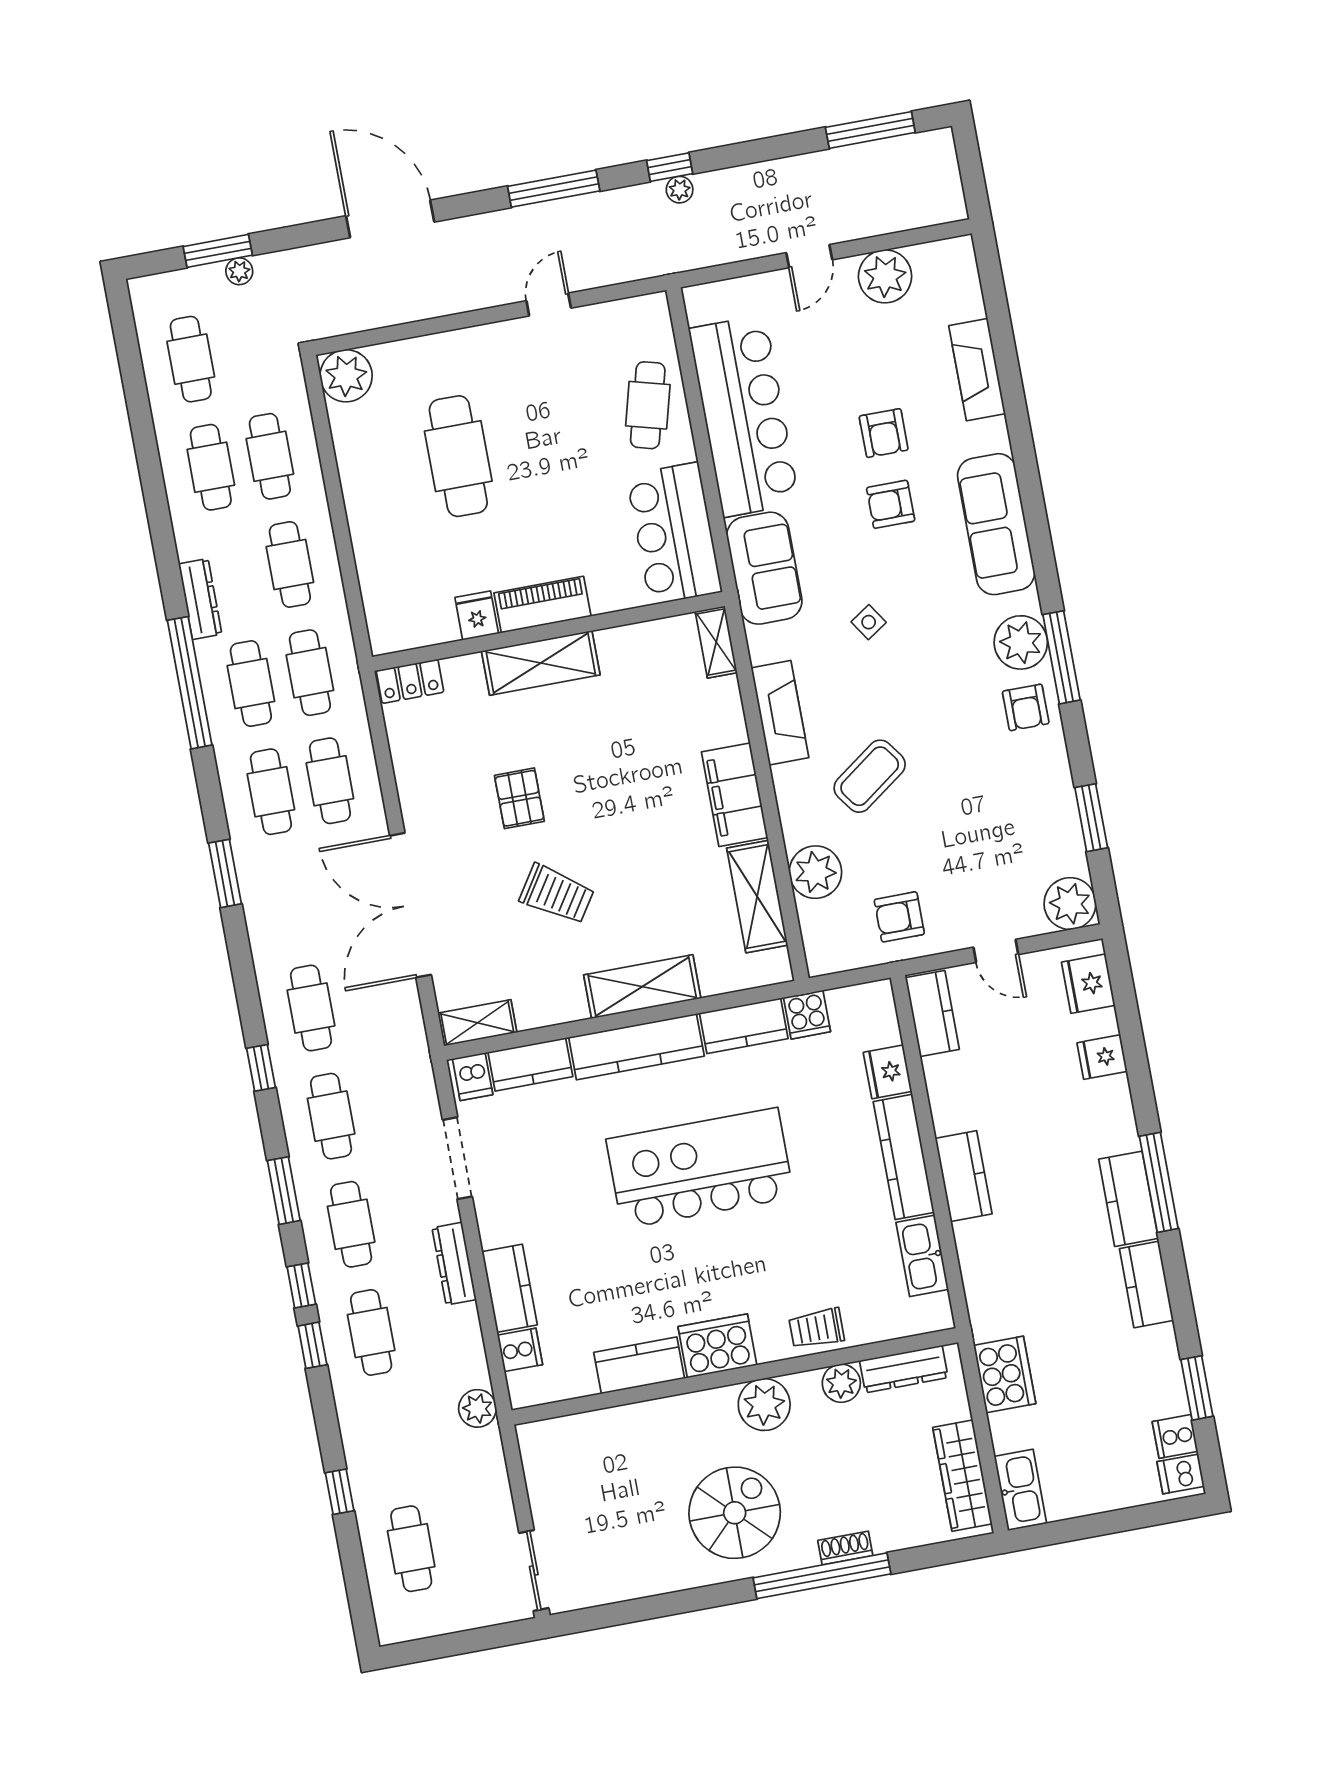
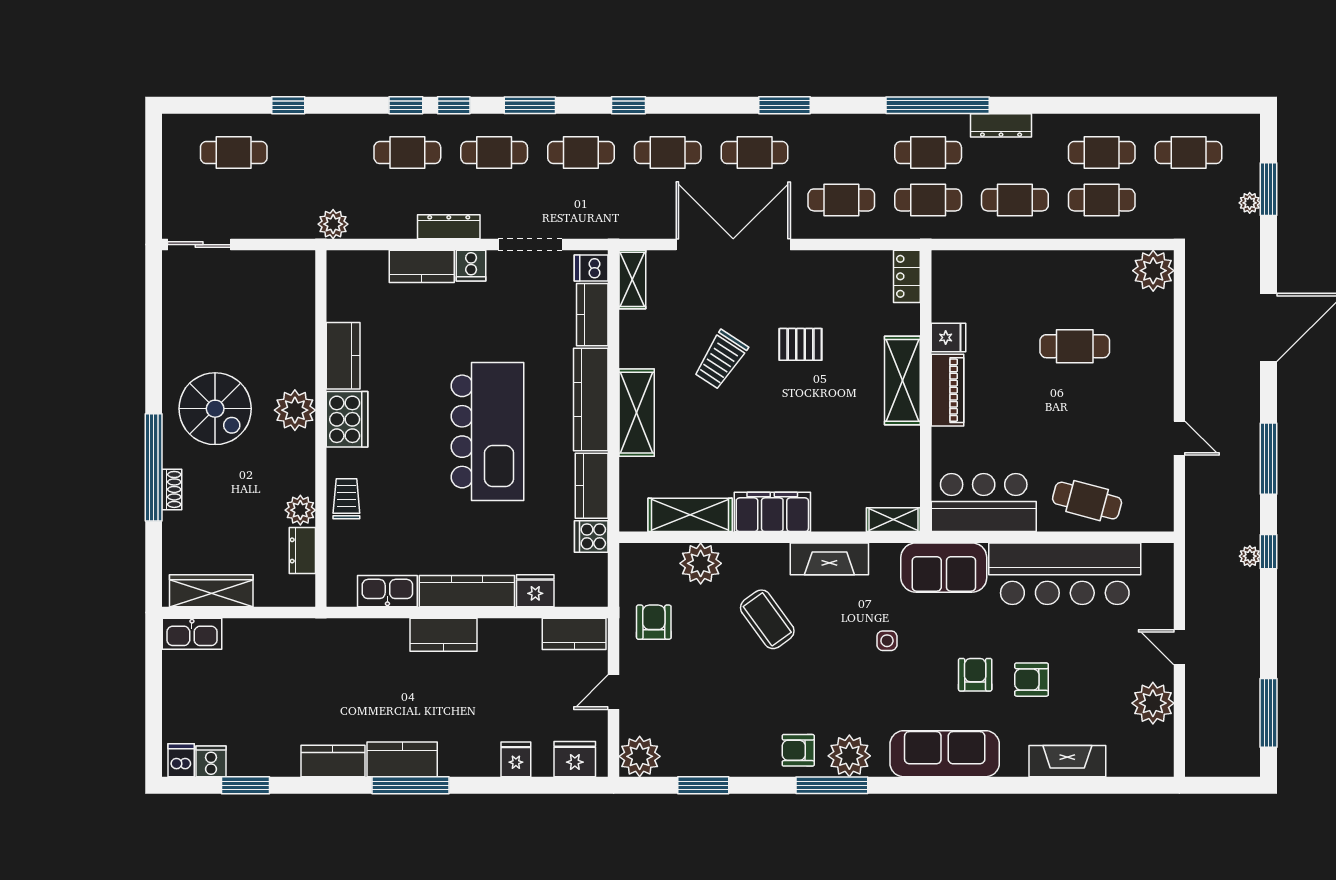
cafe table: (458, 456) -> (1075, 346), width x0.73, depth x0.74
side table: (869, 622) -> (887, 641), turned 34
cafe table: (271, 792) -> (755, 153), moved
cooker: (520, 1350) -> (471, 266), moved
dresser: (904, 1369) -> (302, 550), width x0.70
cooker: (1005, 1374) -> (284, 638), removed
plant: (764, 1405) -> (295, 410), moved

